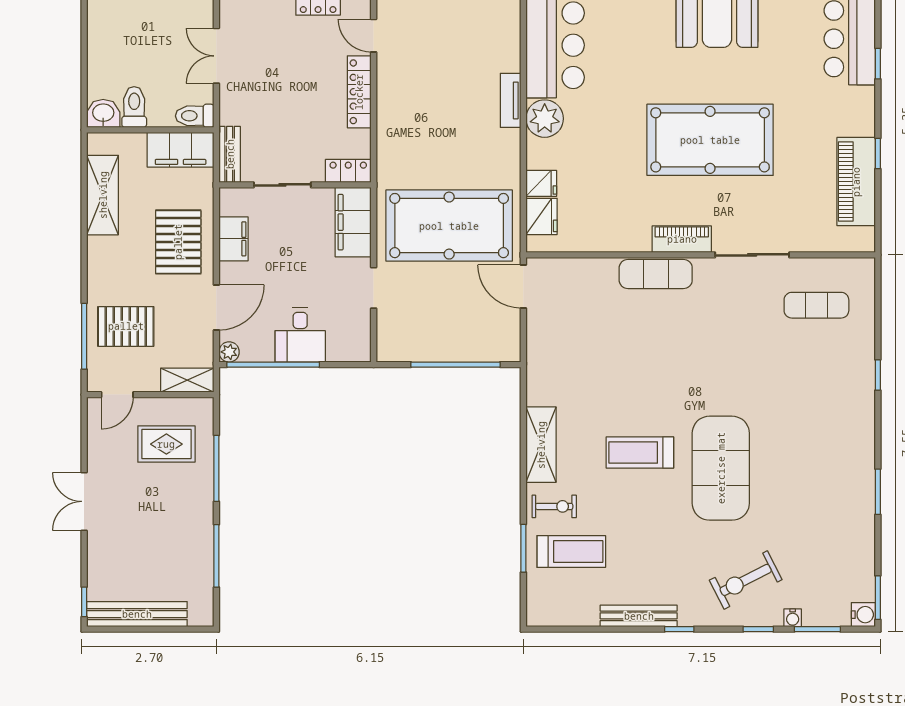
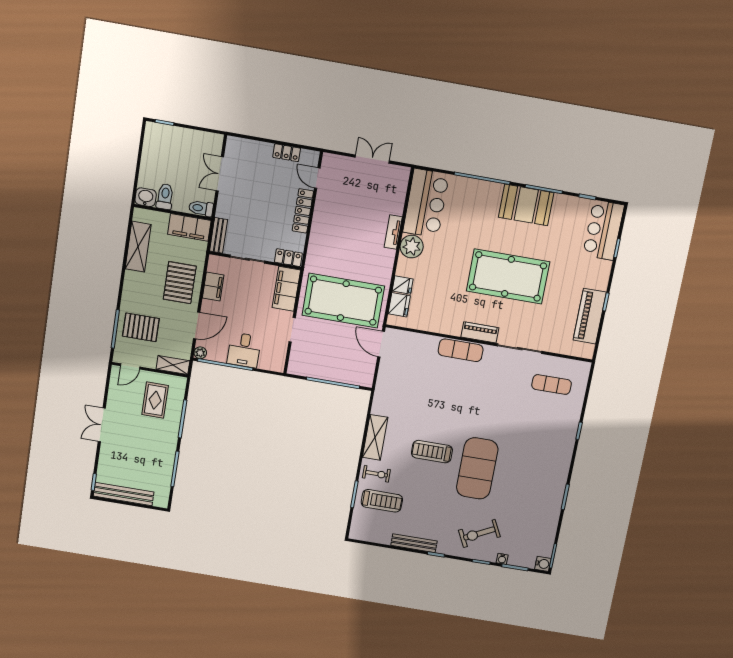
rug: (166, 444) -> (155, 400), turned 90

